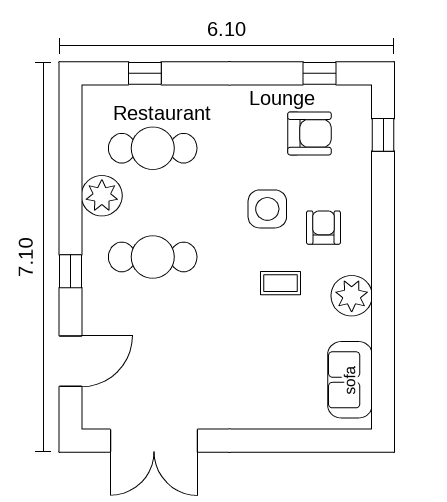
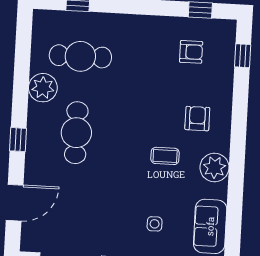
armchair: (309, 133) -> (191, 52), width x0.72, depth x0.72
side table: (267, 209) -> (155, 224), moved, width x0.54, depth x0.54
cafe table: (153, 257) -> (76, 133), turned 90

